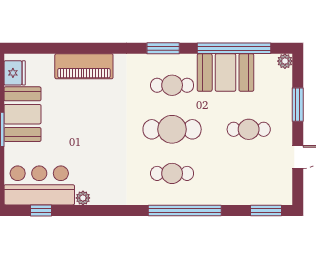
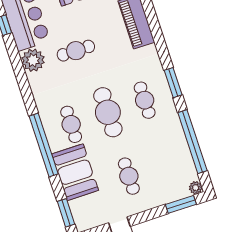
booth: (226, 73) -> (75, 172), moved
window: (298, 105) -> (181, 204), moved
cafe table: (94, 142) -> (76, 51), added
plant: (83, 198) -> (33, 60), width x1.88, depth x1.88

